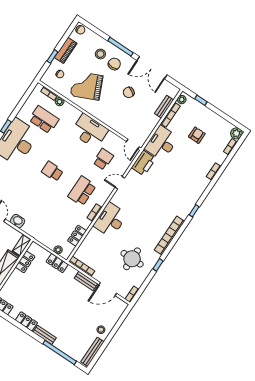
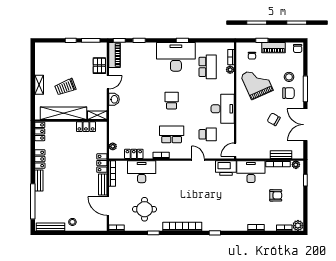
desk: (110, 220) -> (142, 172), moved
locker: (57, 263) -> (102, 163), moved

